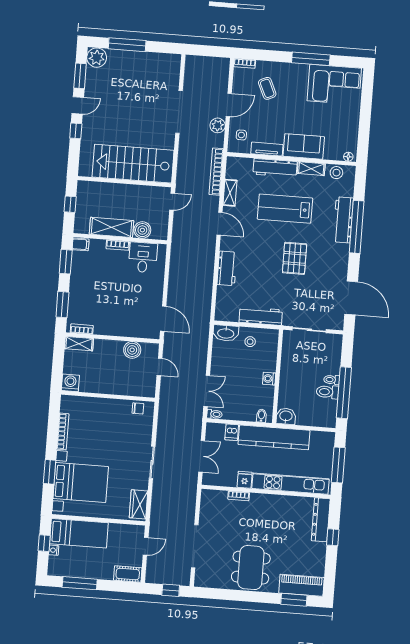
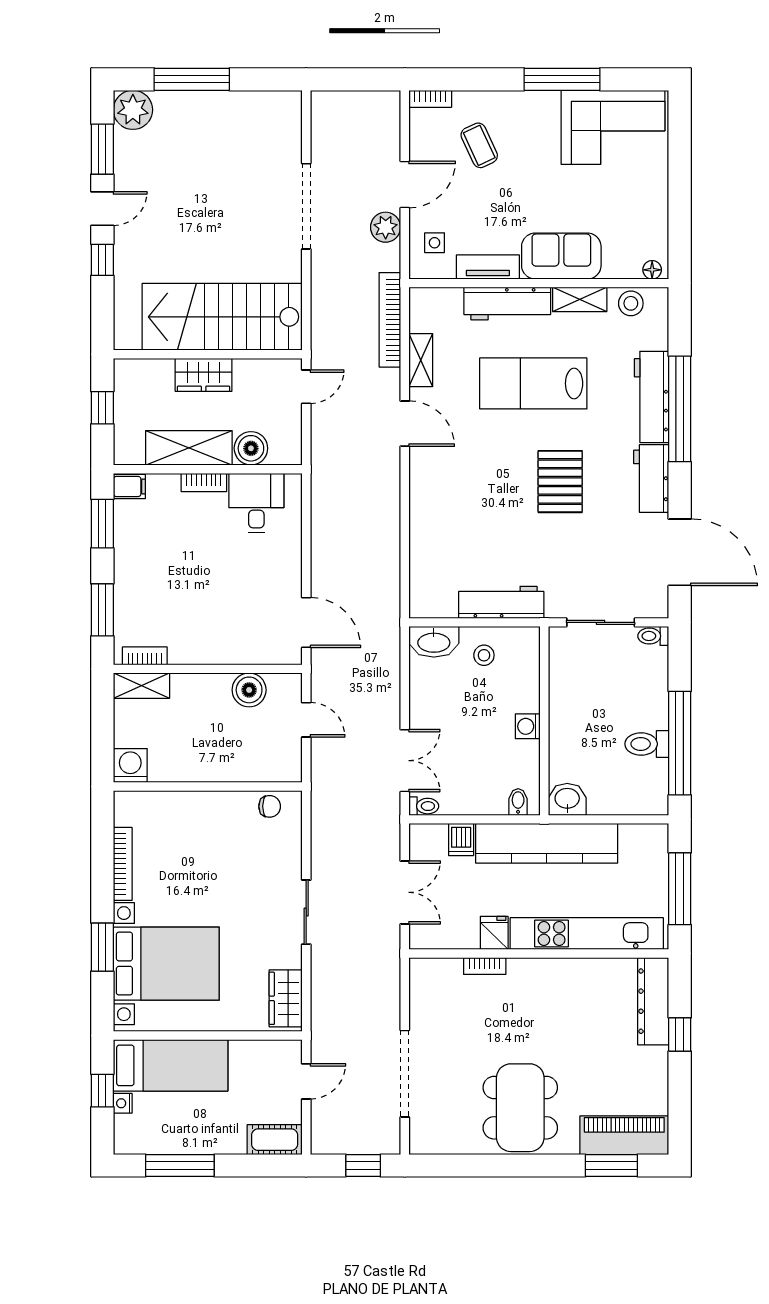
wardrobe: (122, 192) -> (204, 375), added
workbench: (227, 268) -> (651, 479), moved, turned 180
toilet: (332, 380) -> (653, 636), moved

